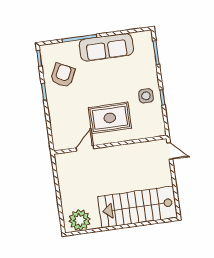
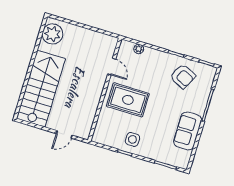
sofa: (106, 47) -> (188, 131), width x0.73
rug: (110, 118) -> (128, 100), turned 90
plant: (56, 130) -> (139, 49), added
door: (170, 151) -> (64, 134), moved

